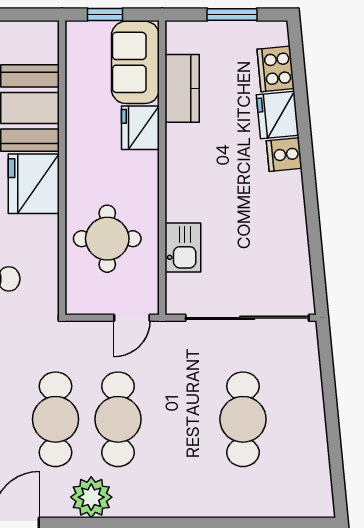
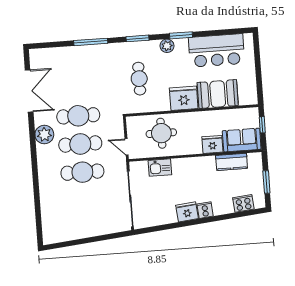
fridge: (278, 115) -> (187, 212), moved
cafe table: (243, 419) -> (82, 172), moved

